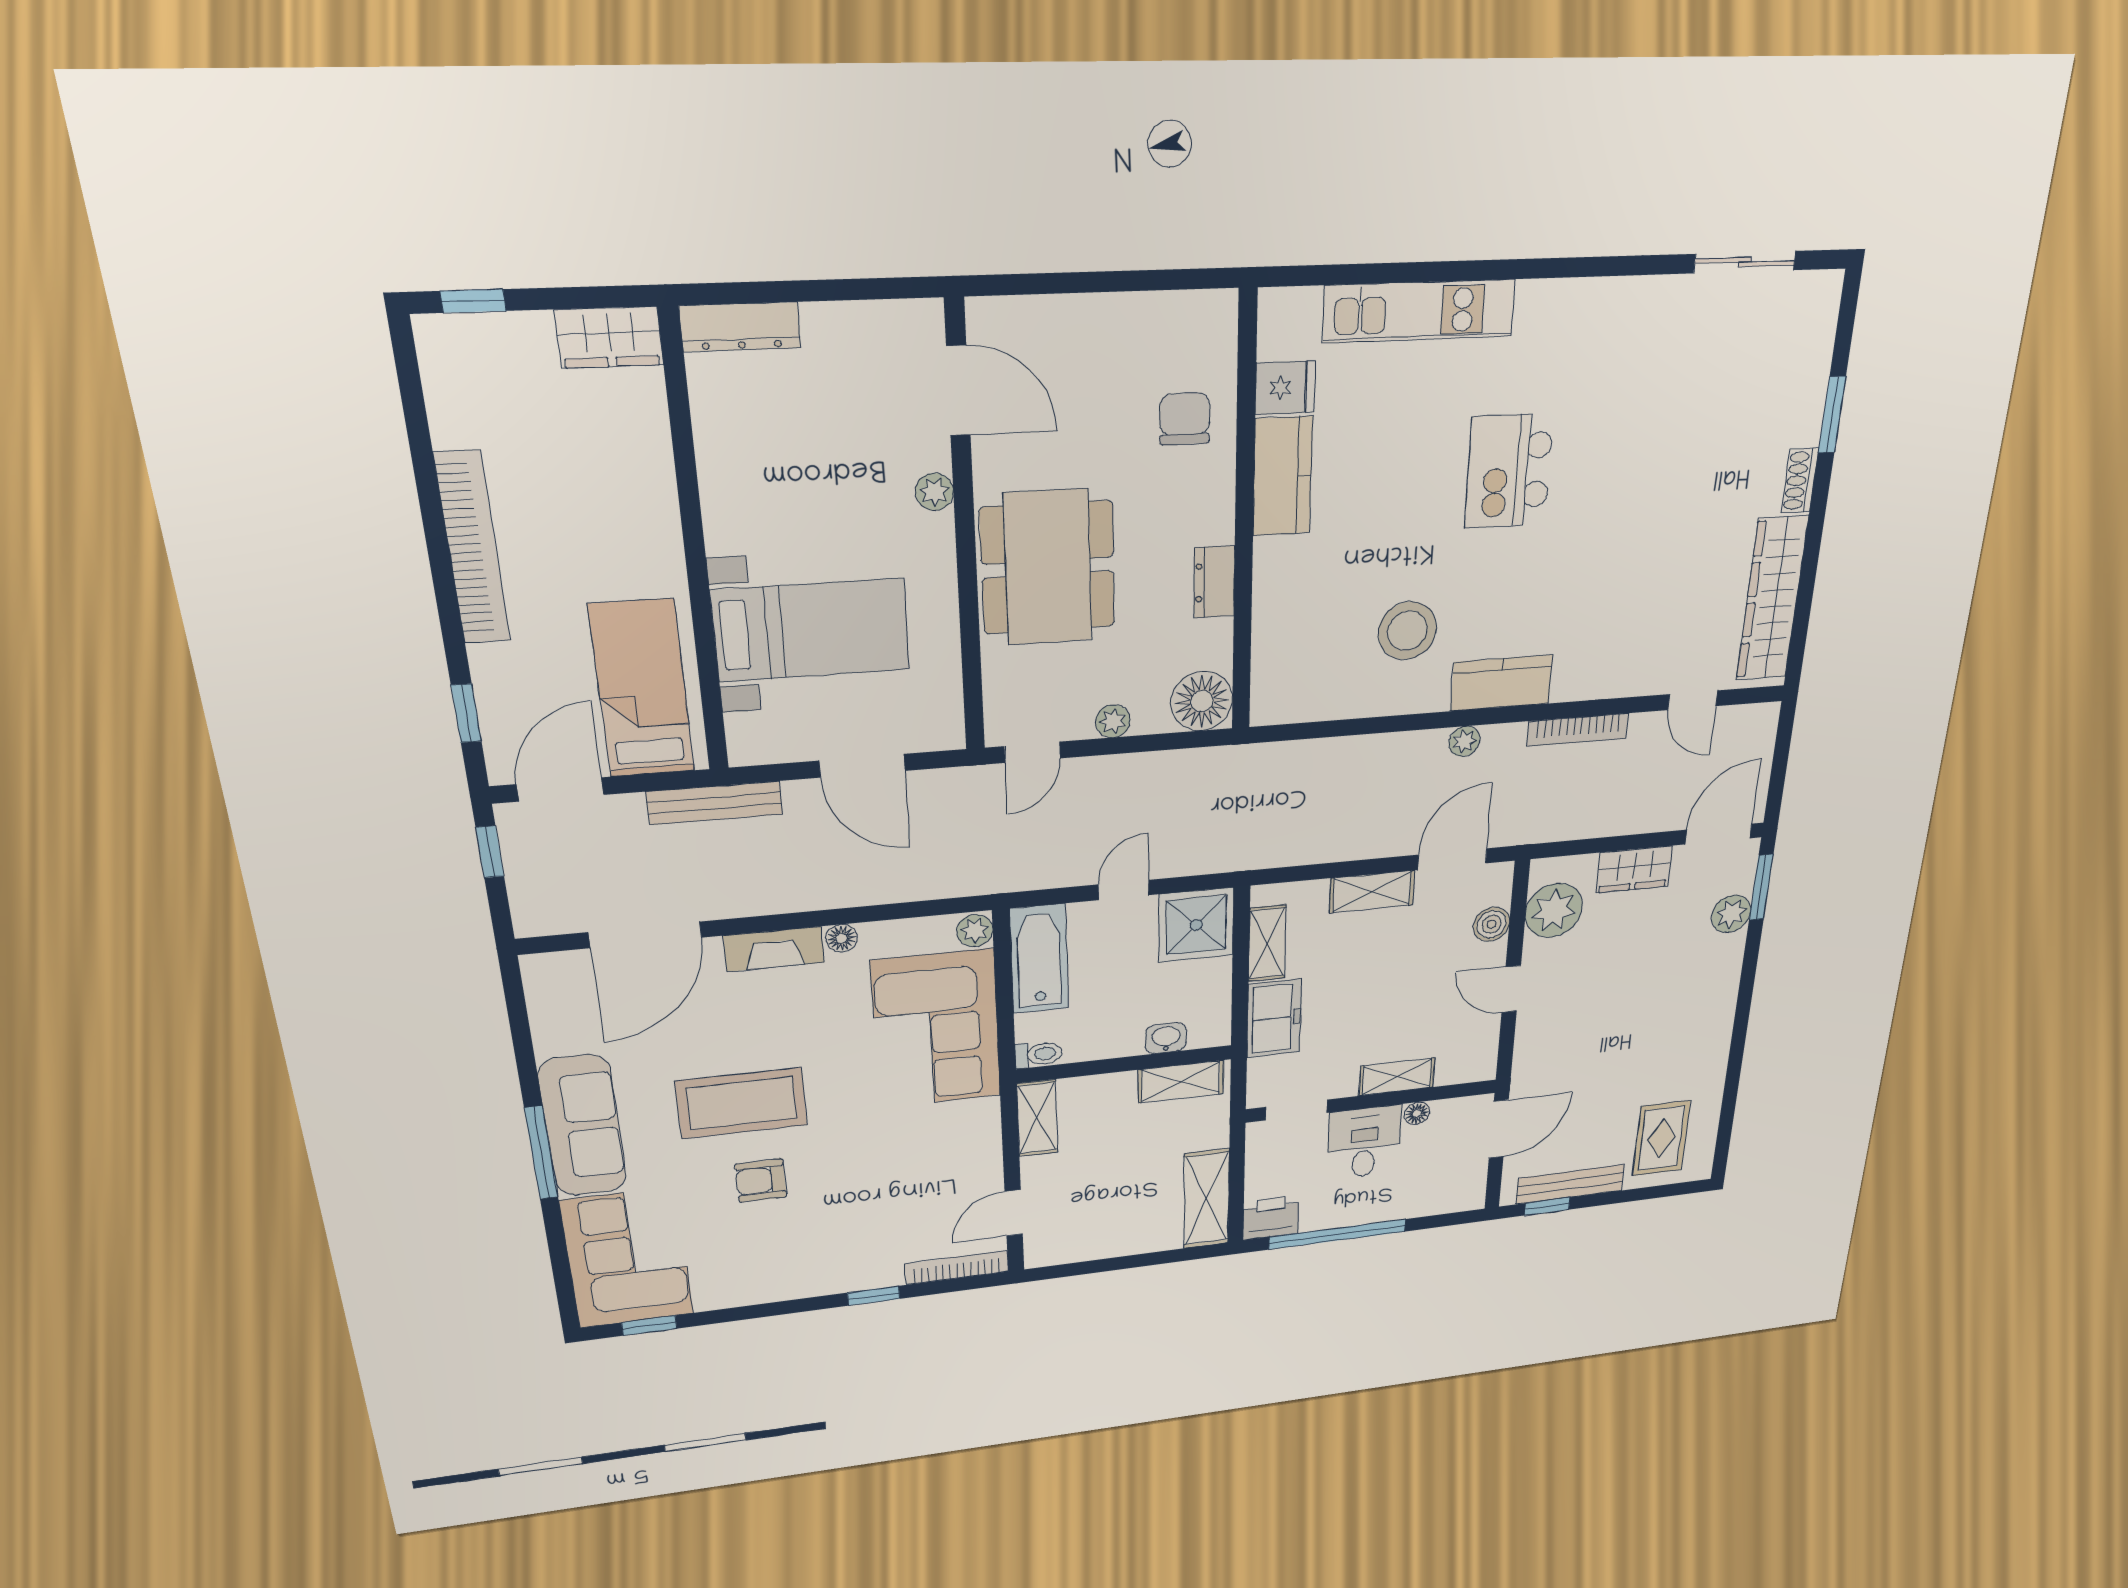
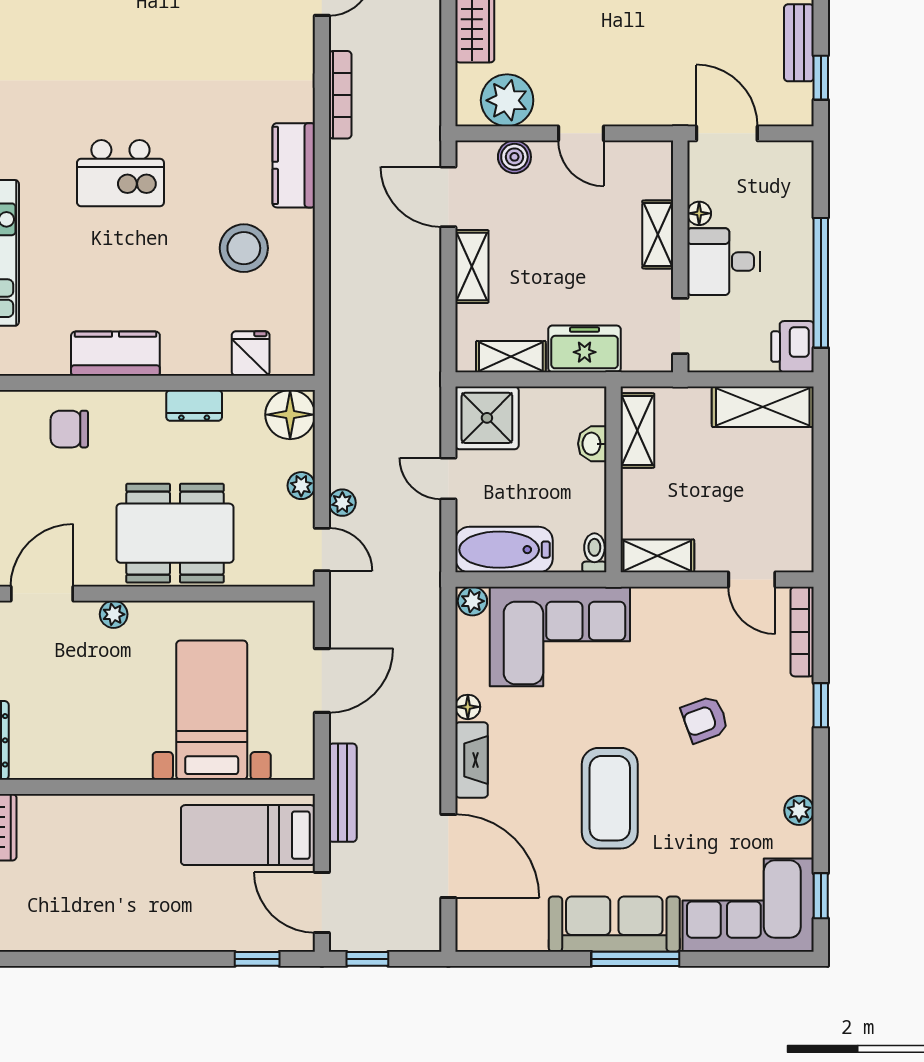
fridge: (1285, 388) -> (251, 353), moved
bookcase: (472, 548) -> (136, 936), removed
plant: (1464, 741) -> (342, 503), moved
door: (1511, 989) -> (581, 133), hinge flipped
armchair: (761, 1180) -> (705, 719), moved, turned 70
bench: (1570, 1184) -> (799, 43), width x0.73
plant: (749, 1292) -> (799, 810), added

